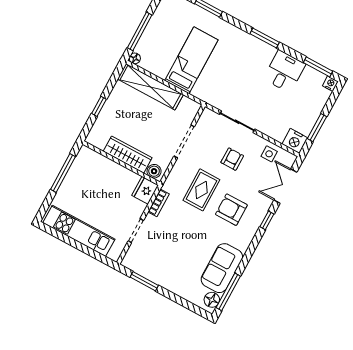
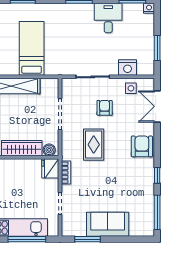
nightstand: (295, 141) -> (128, 68), moved
armchair: (231, 210) -> (142, 146), moved, turned 90
window: (267, 220) -> (157, 175), moved
window: (84, 248) -> (27, 239), added
sofa: (222, 268) -> (108, 224), moved, turned 90
floor lamp: (212, 300) -> (148, 225), removed

